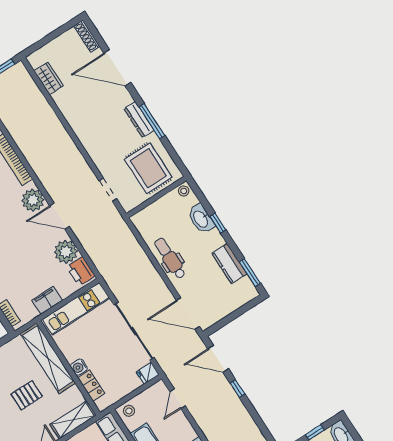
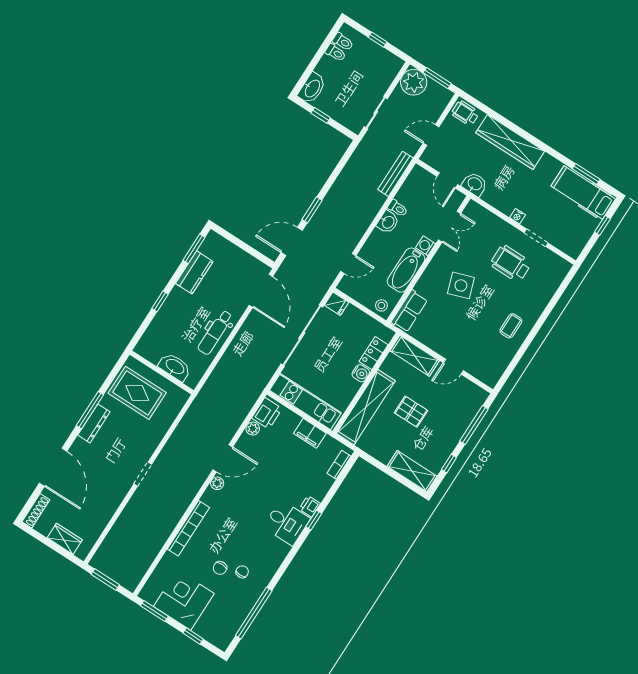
wardrobe: (49, 78) -> (65, 539), moved, turned 90
rug: (148, 168) -> (137, 393), turned 90
doorway: (108, 190) -> (143, 474), moved
stool: (184, 191) -> (144, 349), removed
plant: (33, 200) -> (217, 483), width x0.53, depth x0.53
door: (59, 216) -> (223, 458), hinge flipped
washbasin: (201, 219) -> (175, 367), moved, turned -90
plant: (66, 252) -> (253, 429), width x0.53, depth x0.53
door: (218, 359) -> (292, 242), swing flipped
window: (237, 388) -> (312, 210), width x1.50

